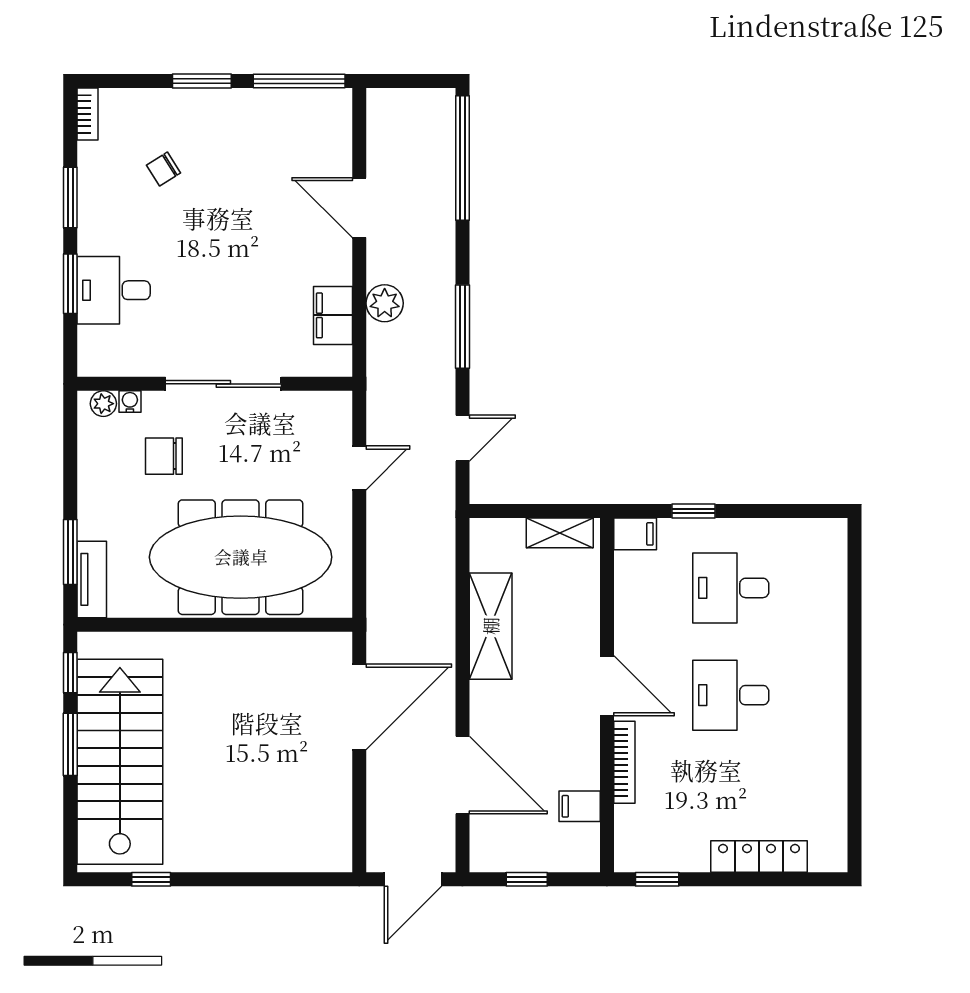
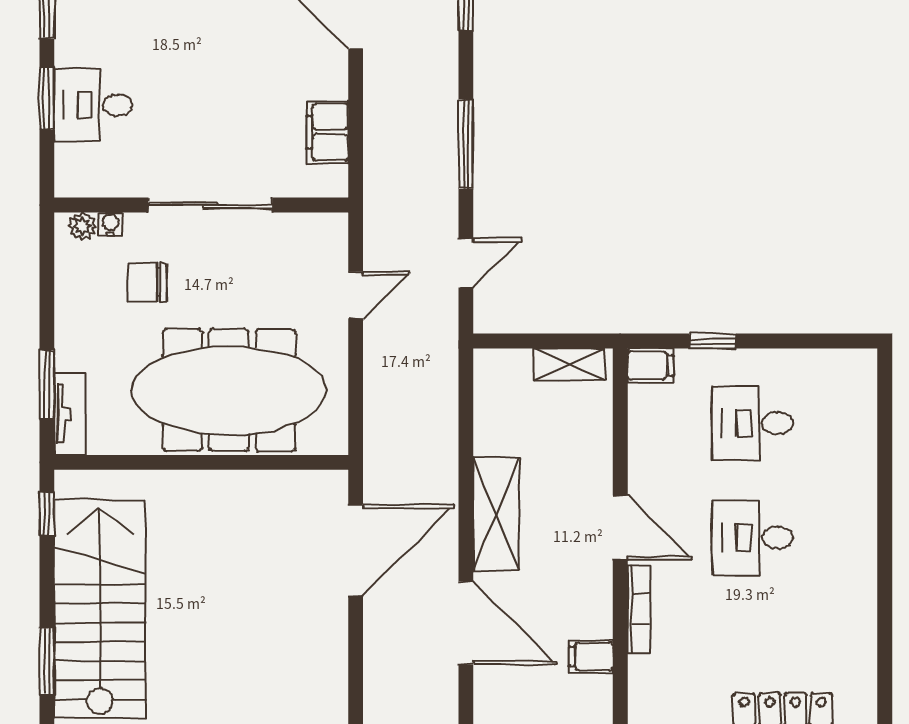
plant: (385, 303) -> (383, 119), removed
shelving: (491, 626) -> (496, 514), moved
window: (70, 744) -> (47, 661), moved

